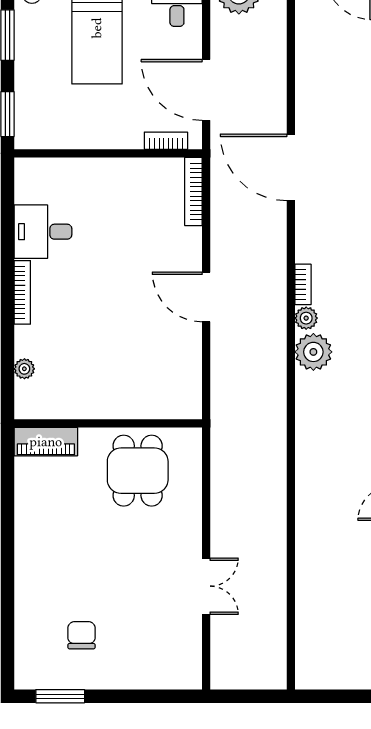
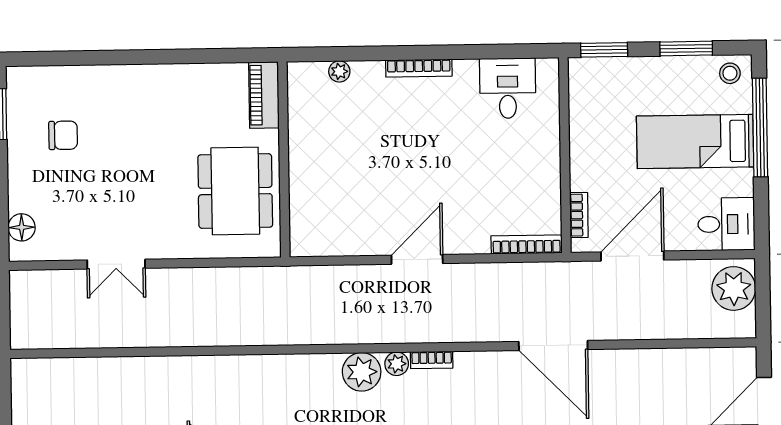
door: (291, 167) -> (553, 345), swing flipped
desk: (43, 232) -> (508, 88), moved
dining table: (138, 471) -> (235, 191), width x1.38
floor lamp: (169, 677) -> (22, 227), added

